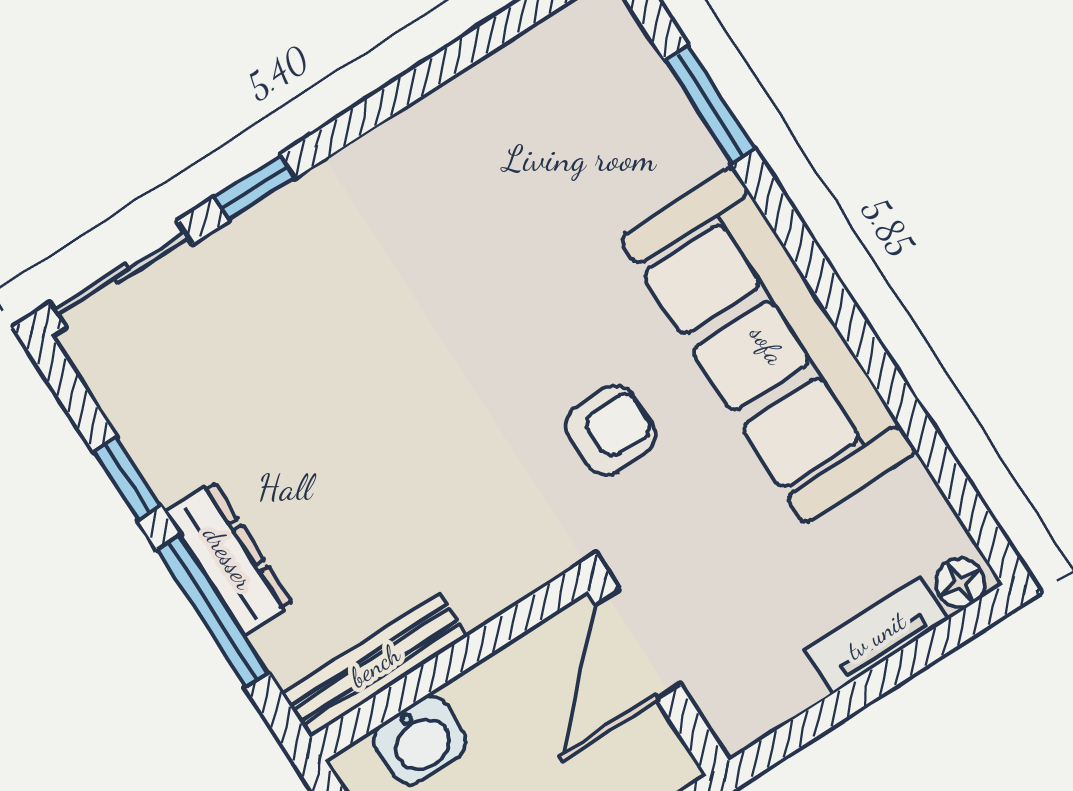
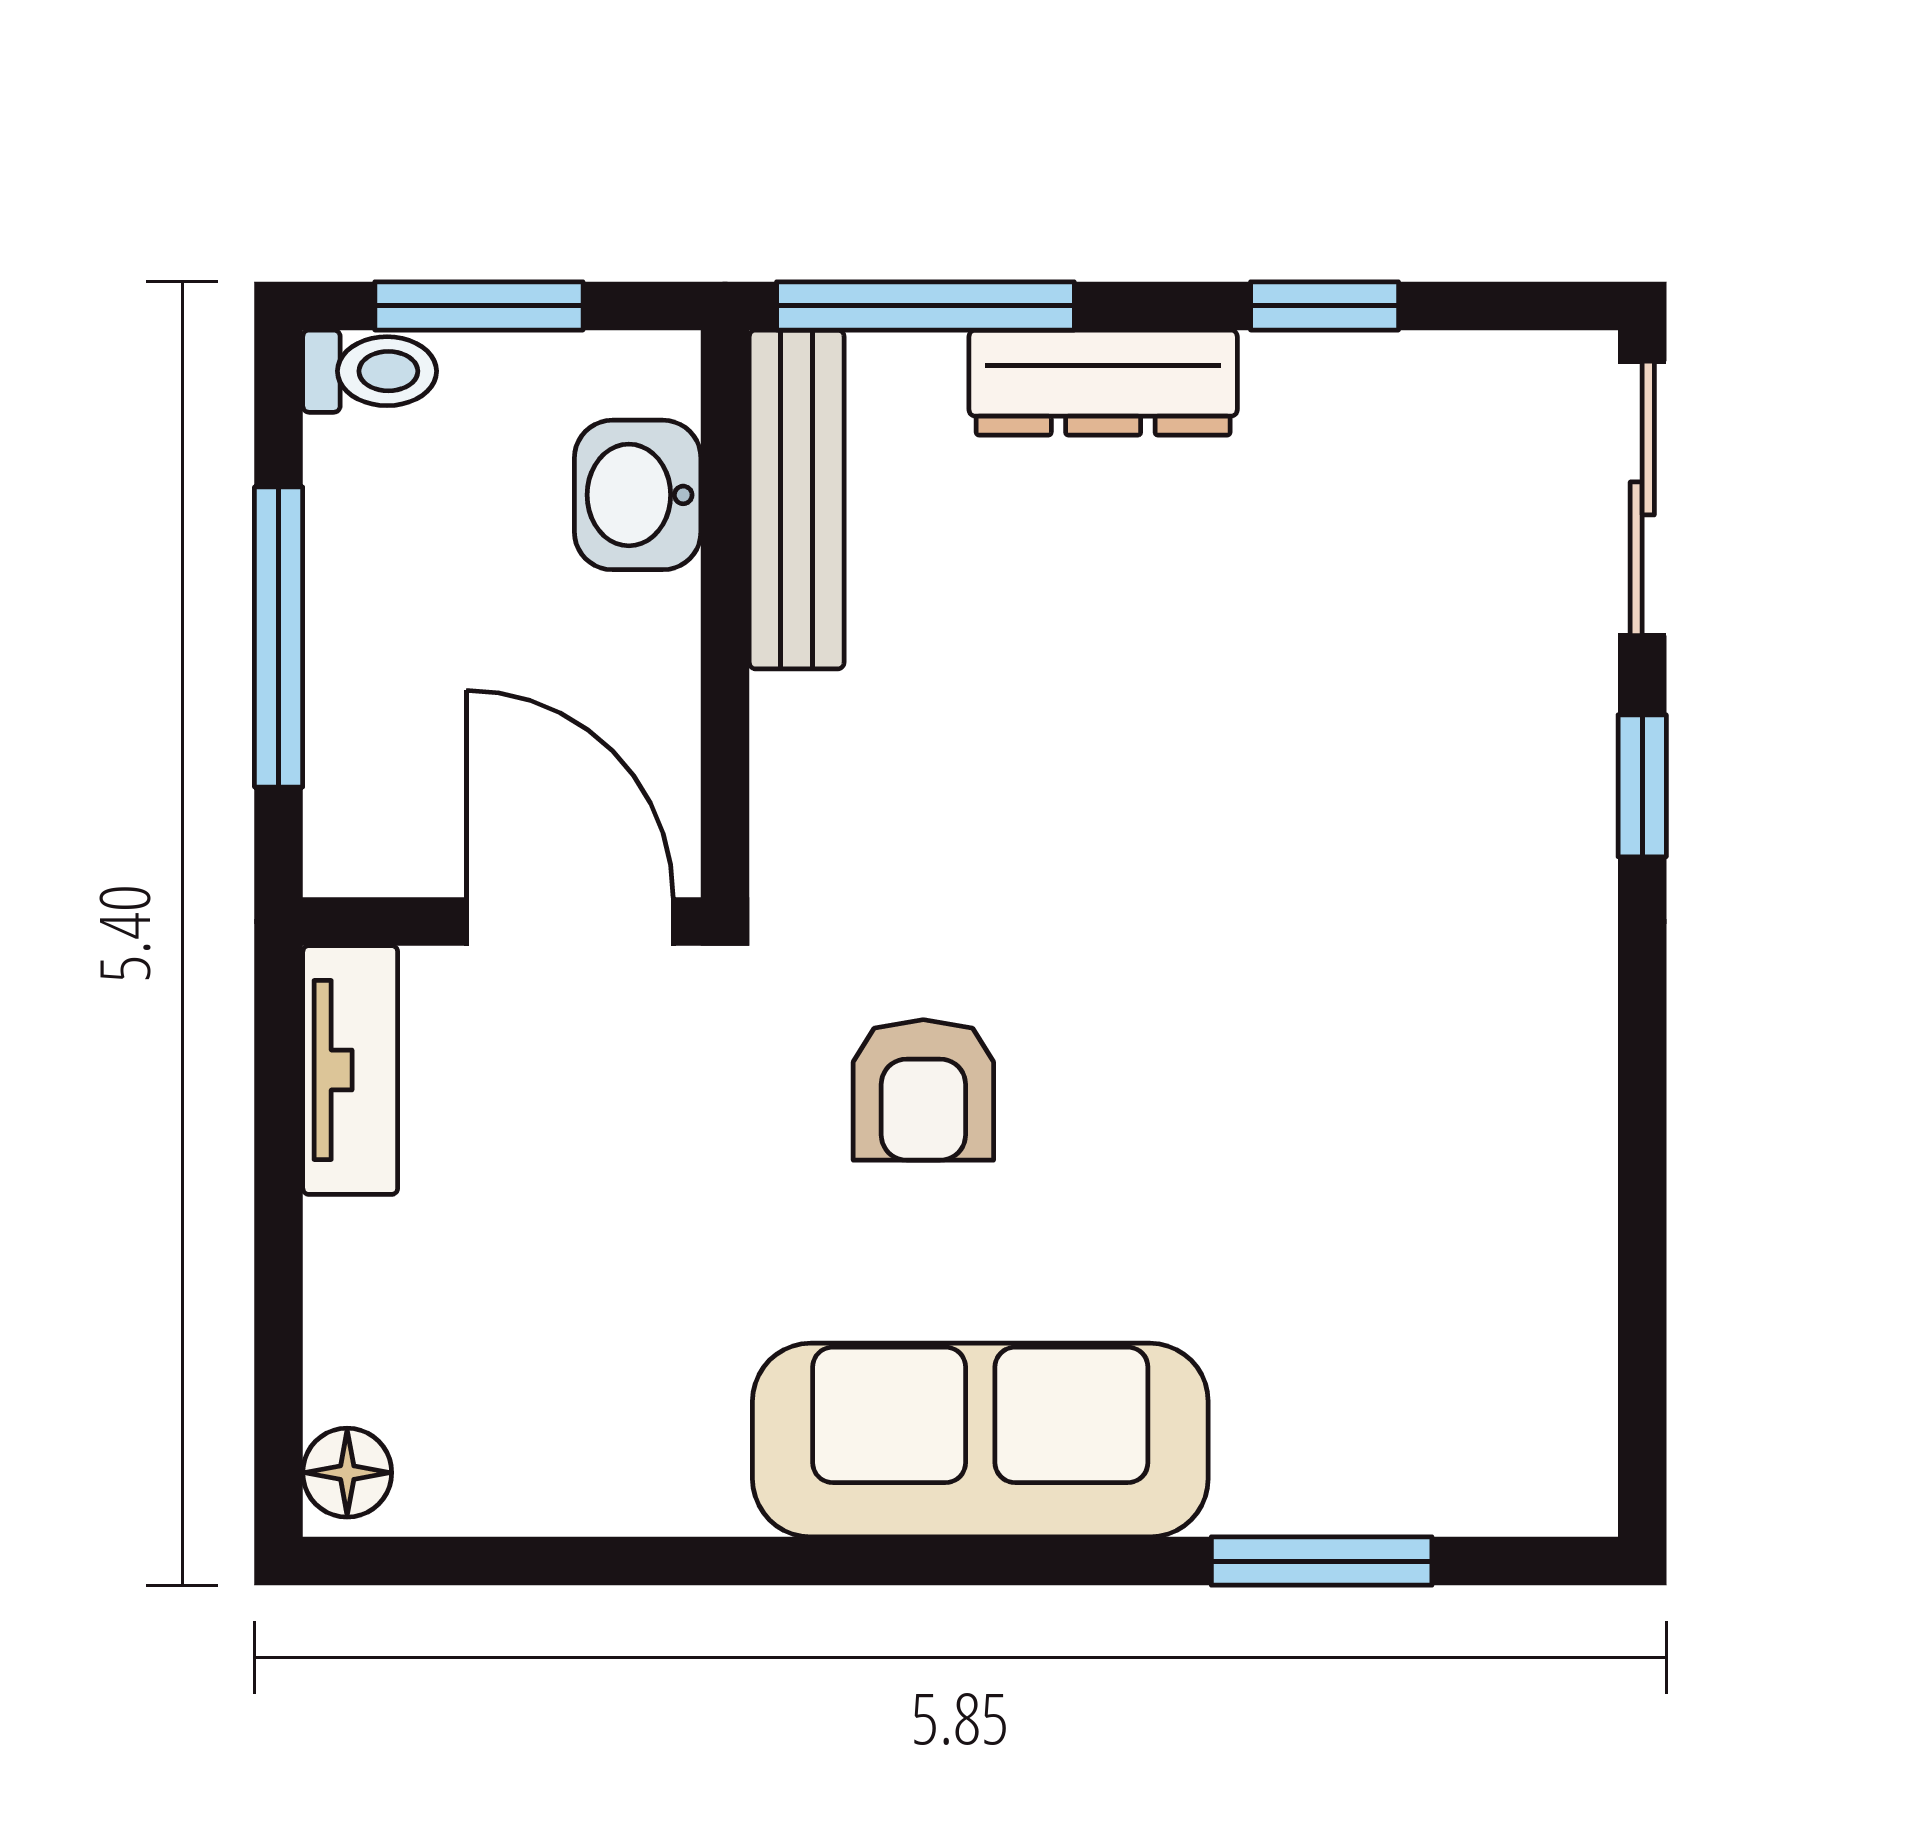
sofa: (768, 345) -> (980, 1440), width x0.74, depth x0.79
window: (213, 611) -> (925, 306), moved
tv unit: (876, 635) -> (350, 1070), moved

